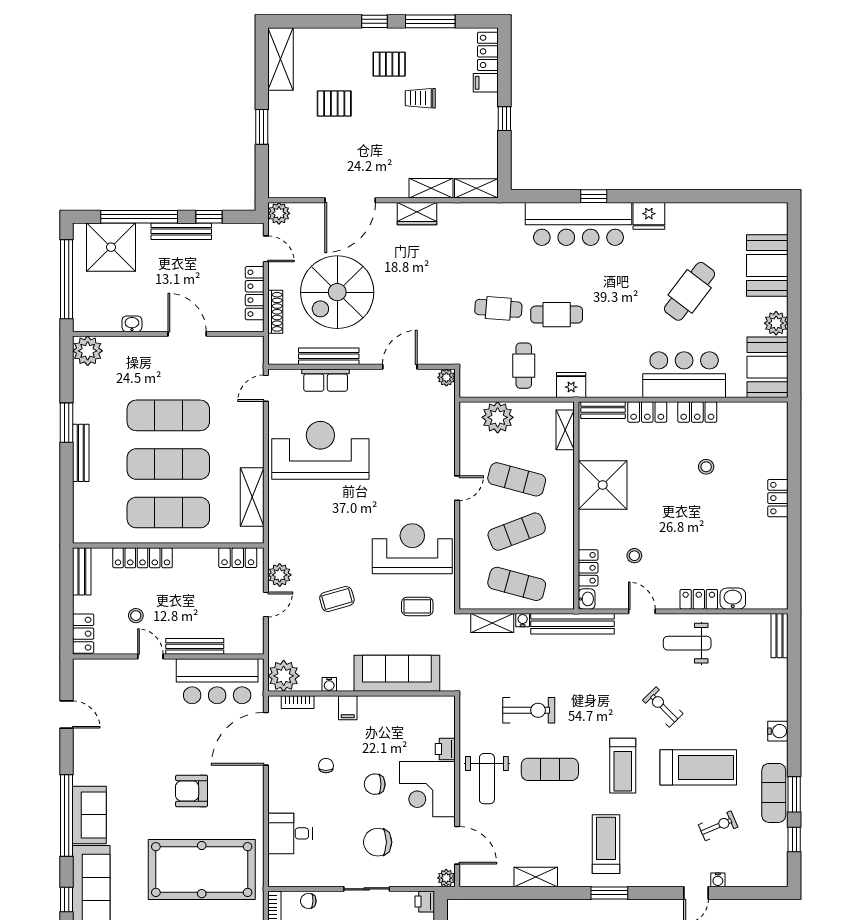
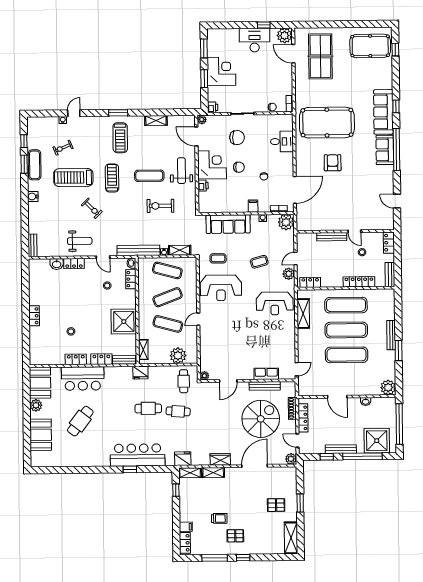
pallet: (334, 103) -> (276, 505), moved
window: (504, 119) -> (176, 490), moved
fridge: (649, 216) -> (183, 459), moved
cafe table: (524, 366) -> (184, 381), moved
reception desk: (320, 450) -> (275, 303), moved, width x0.74, depth x0.77
bar counter: (217, 681) -> (320, 219), removed
armchair: (192, 791) -> (333, 163), turned -90

